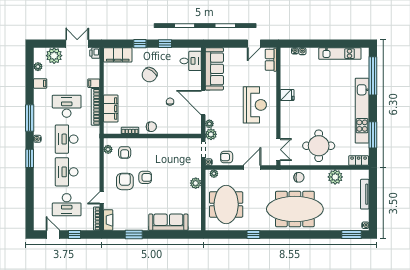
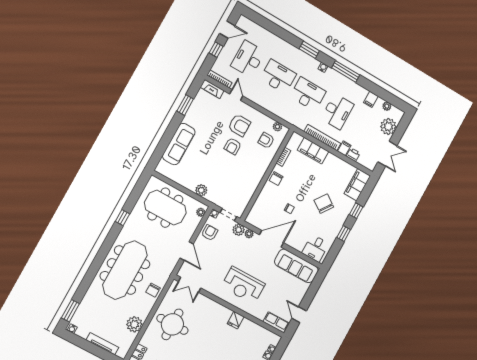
printer: (95, 53) -> (353, 155), moved

